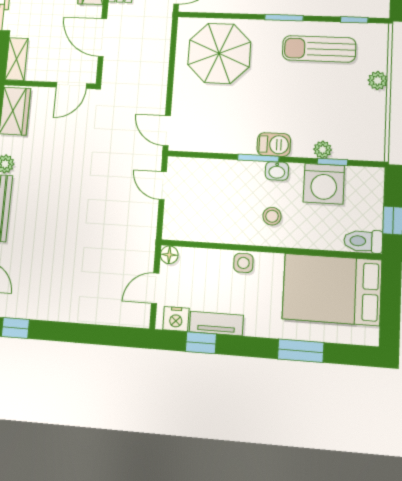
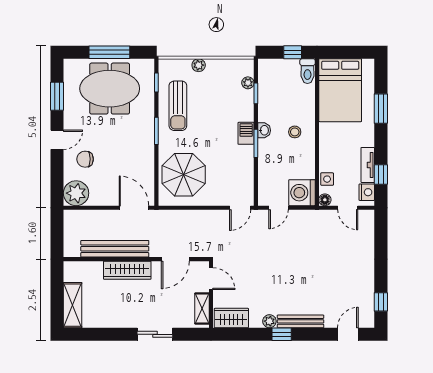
shelving: (17, 59) -> (202, 309), moved, turned 90
plant: (323, 150) -> (248, 83), moved
washing machine: (324, 184) -> (302, 193), moved, turned 180
side table: (243, 263) -> (327, 179), moved

